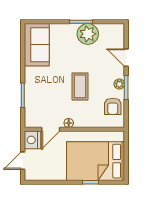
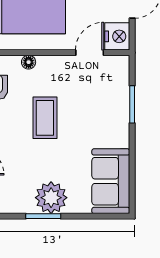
plant: (88, 34) -> (51, 198), moved
floor lamp: (69, 123) -> (29, 62), moved

